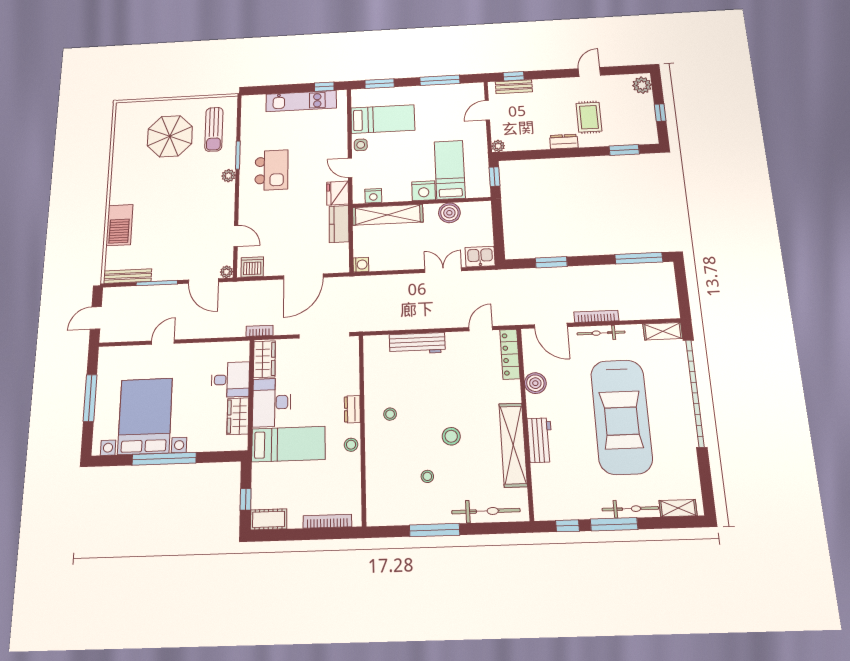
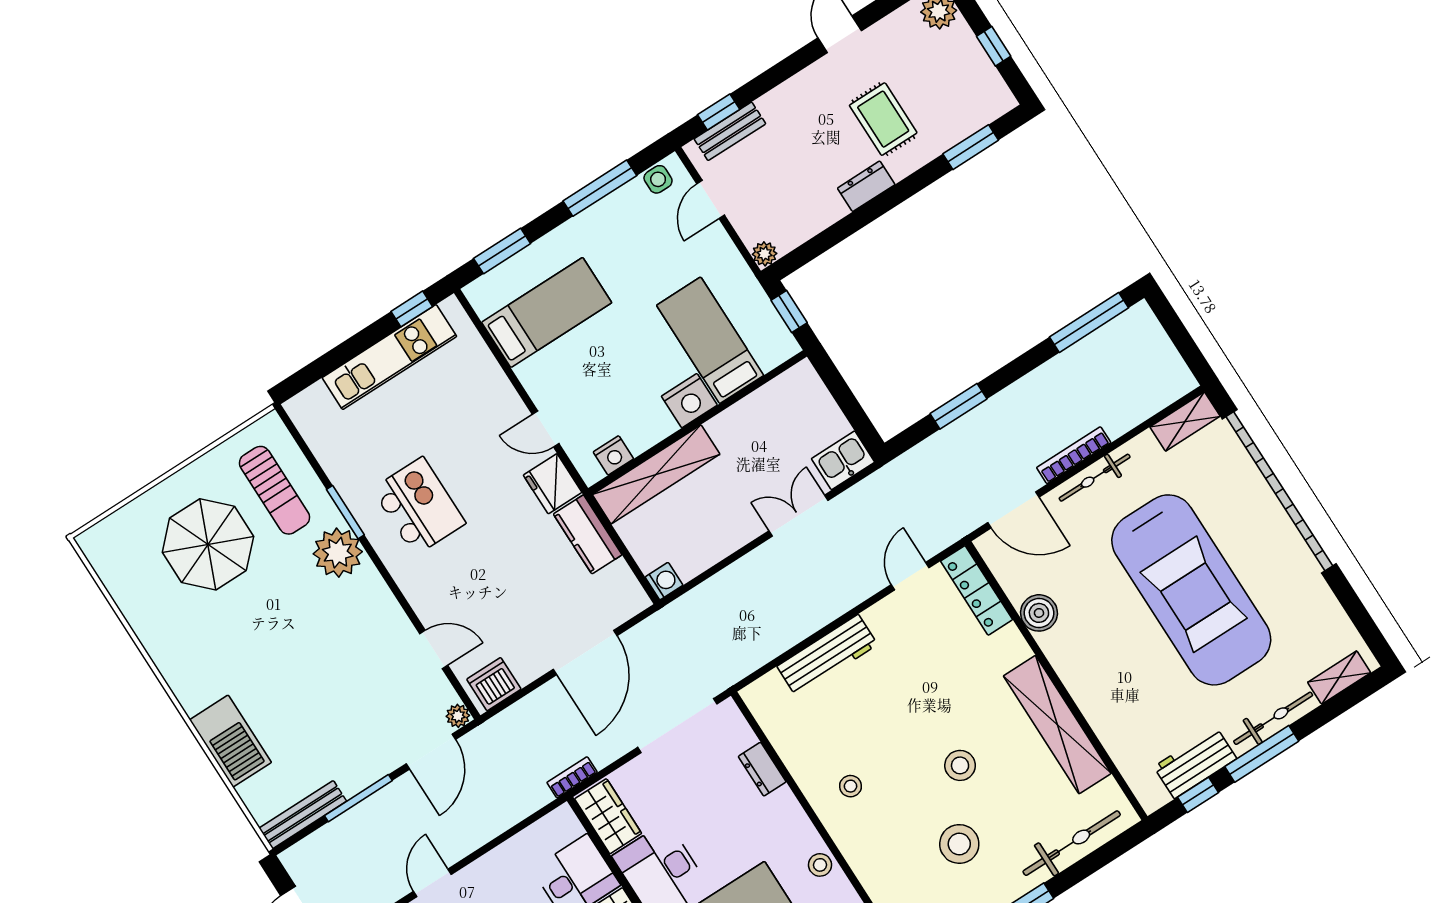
side table: (361, 145) -> (658, 179), moved
plant: (228, 176) -> (338, 553), width x1.87, depth x1.87
boiler: (449, 213) -> (753, 415), removed
door: (203, 281) -> (431, 752), hinge flipped
dresser: (352, 409) -> (762, 769), moved
workbench: (540, 440) -> (1195, 763), moved, turned -90
stool: (427, 476) -> (959, 844), width x1.89, depth x1.89

